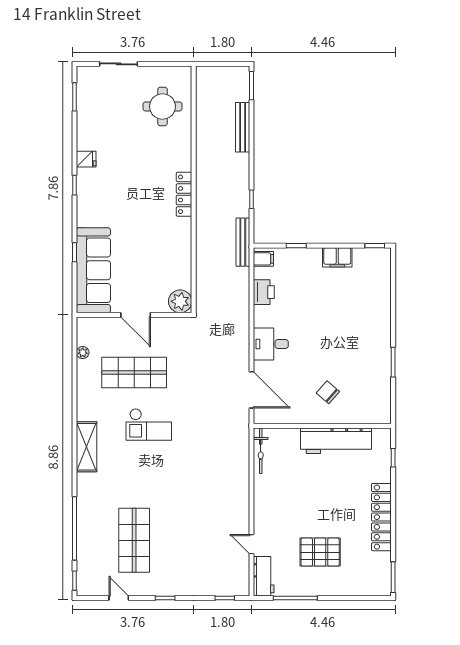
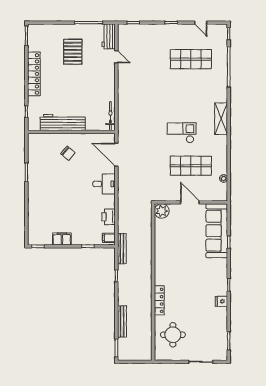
locker: (184, 194) -> (159, 300), moved
shop shelf: (134, 540) -> (191, 59), turned 90
pallet: (320, 552) -> (73, 52), turned 90

